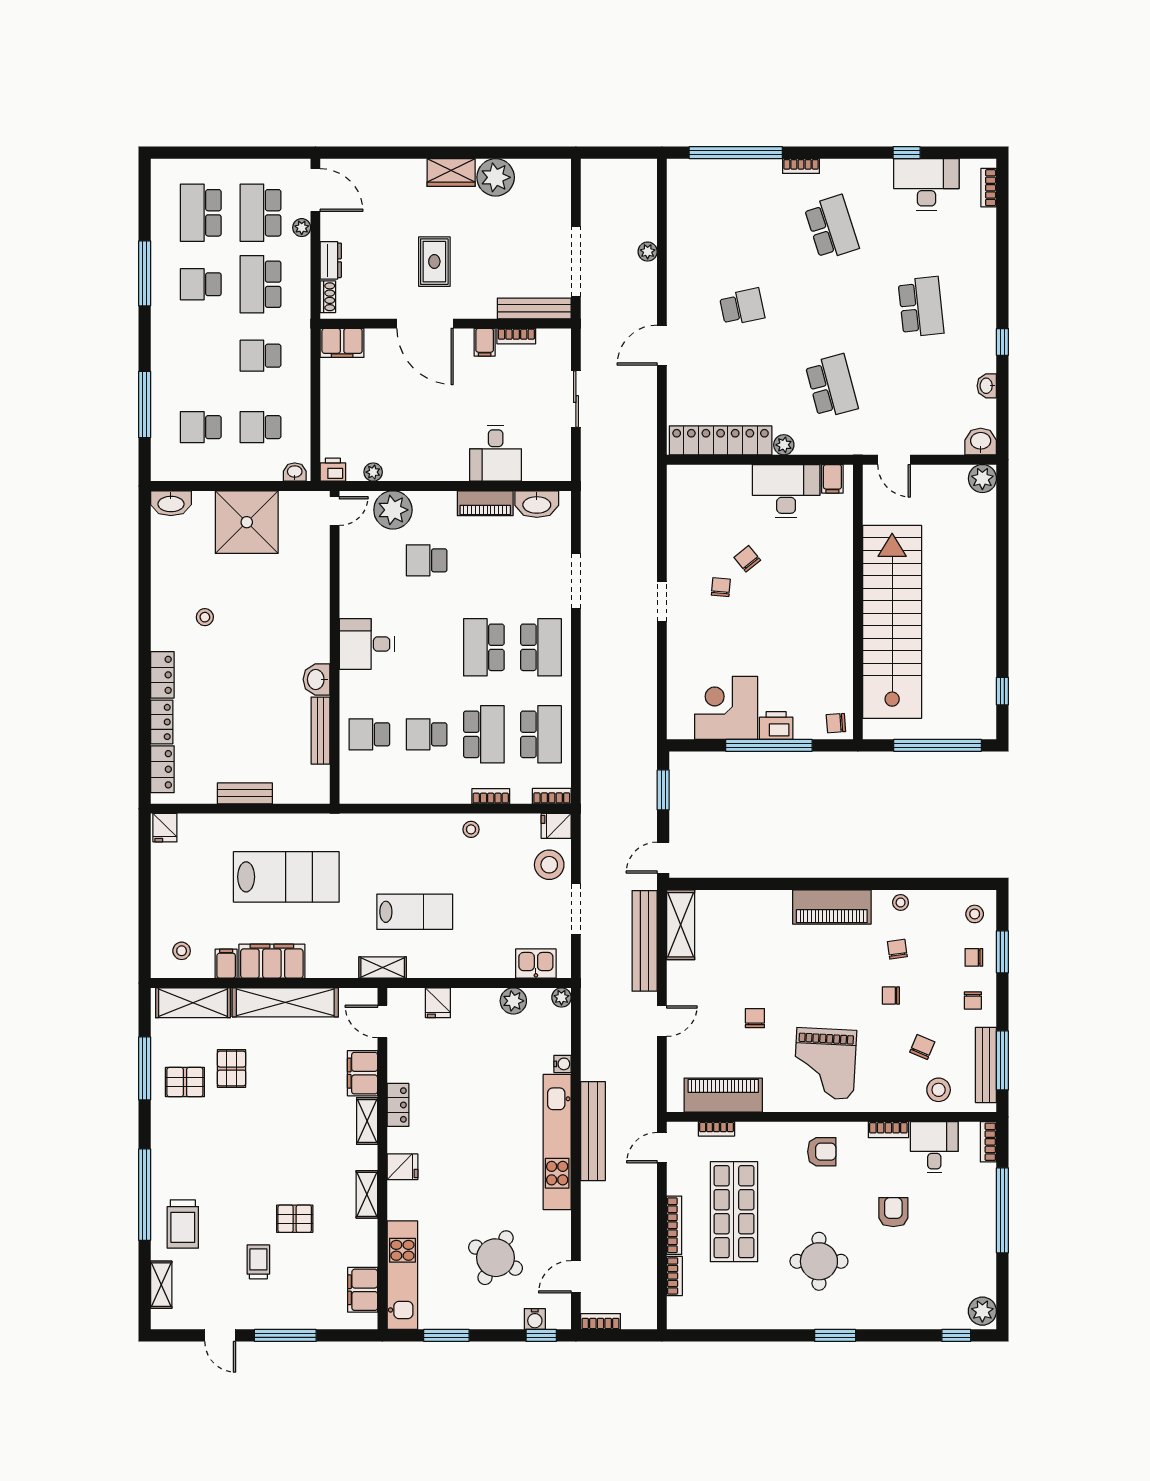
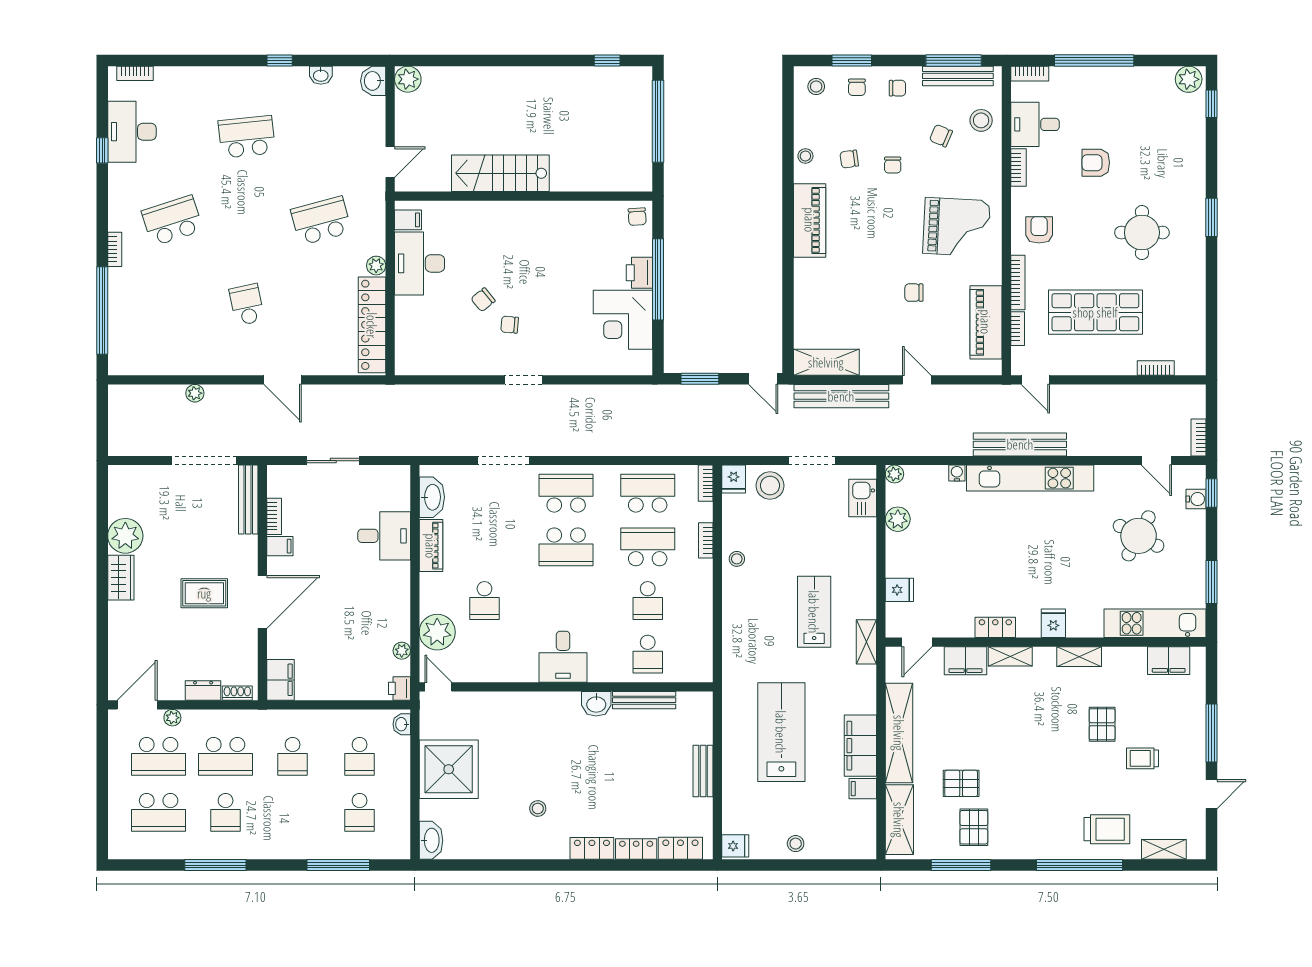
stairs: (892, 622) -> (500, 173), width x0.54, depth x0.66
stool: (182, 951) -> (796, 844), moved
bookcase: (674, 1225) -> (1018, 283), moved, turned 90

